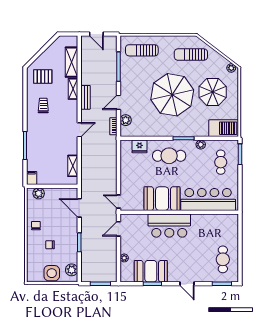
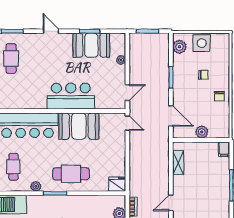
fridge: (140, 146) -> (117, 184), moved
plant: (39, 193) -> (202, 132), moved

